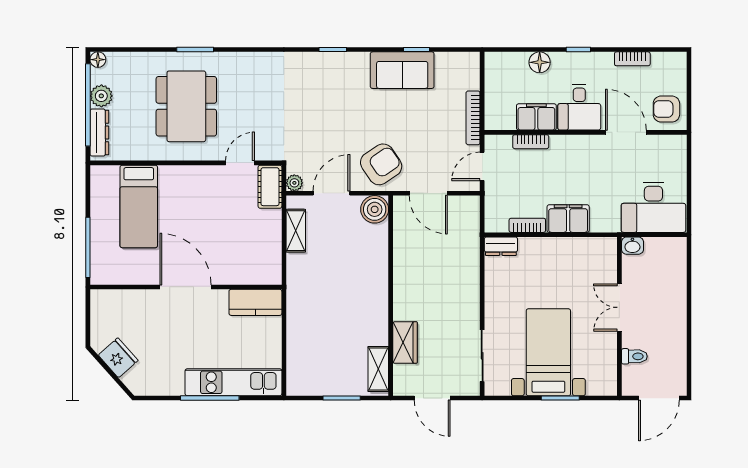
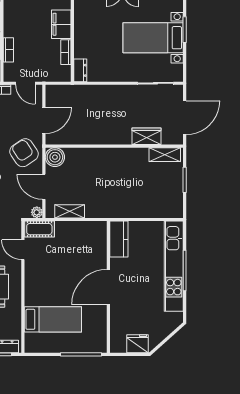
fridge: (118, 358) -> (138, 344), moved, turned 42
kitchen unit: (233, 382) -> (174, 266), width x1.36
door: (432, 398) -> (185, 118), width x1.36

